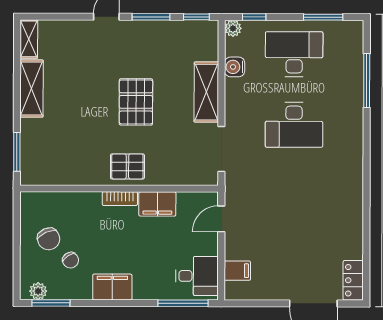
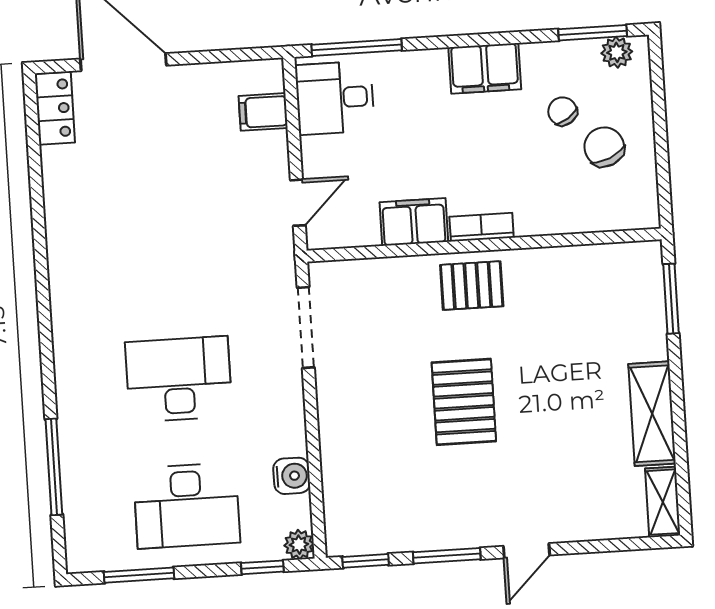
shelving: (206, 92) -> (339, 428), removed

